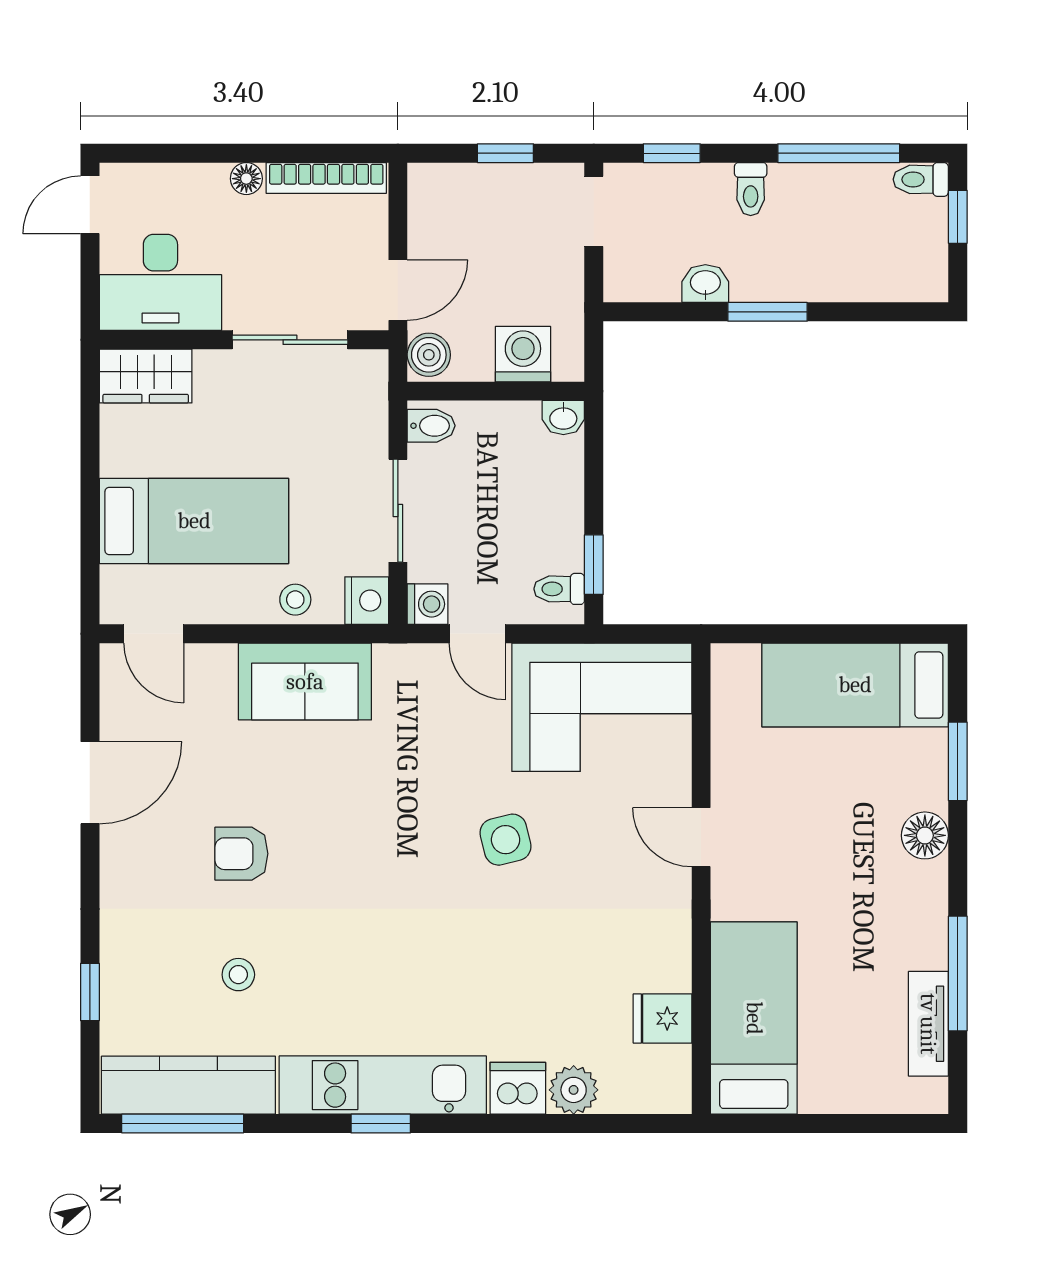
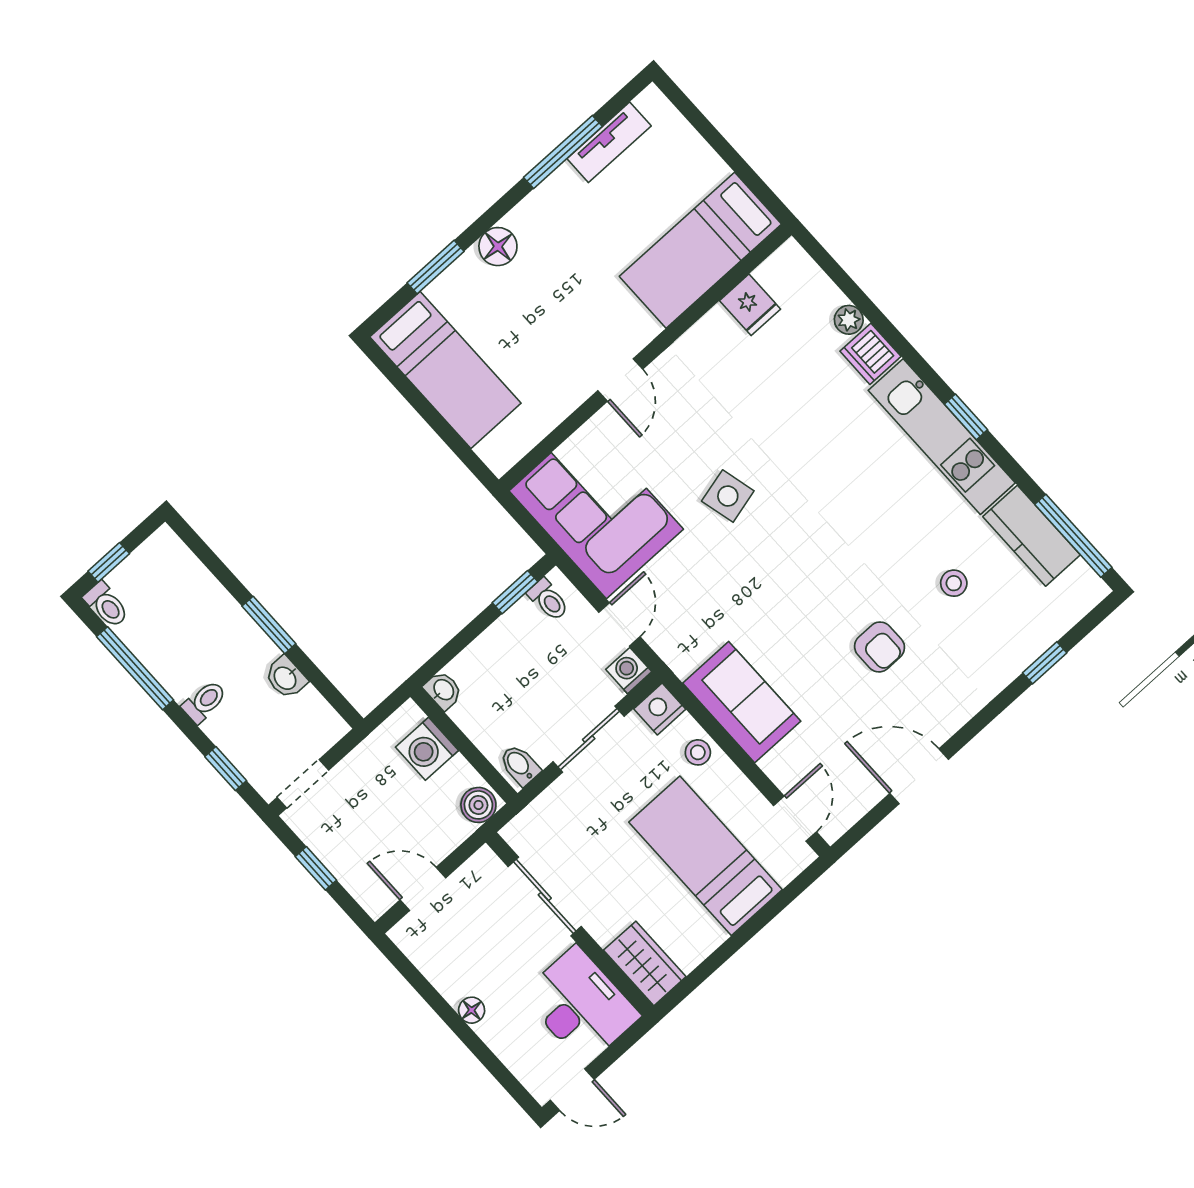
bookcase: (326, 178) -> (428, 962), removed
door: (398, 290) -> (423, 889), moved
kitchen counter: (188, 1085) -> (1032, 536), width x0.67
plant: (574, 1090) -> (849, 320), width x0.73, depth x0.73

